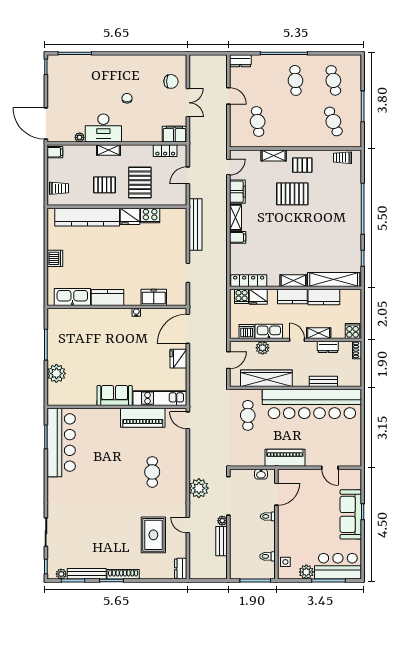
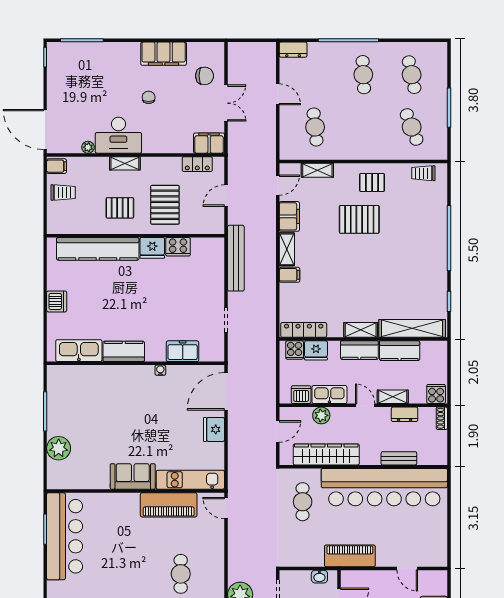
filing cabinet: (139, 64) -> (164, 54), added
shelving: (274, 155) -> (317, 170), moved
trolley: (59, 188) -> (63, 192), moved

